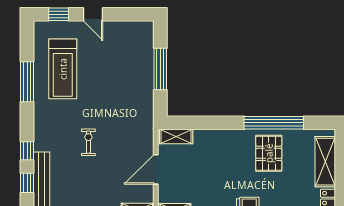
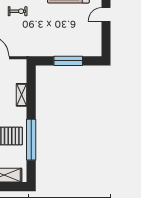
shelving: (176, 136) -> (22, 95), moved

